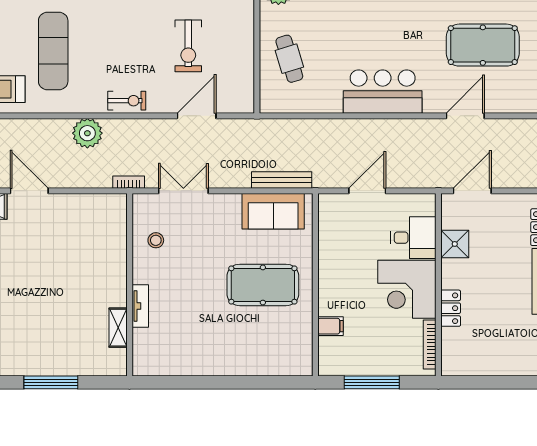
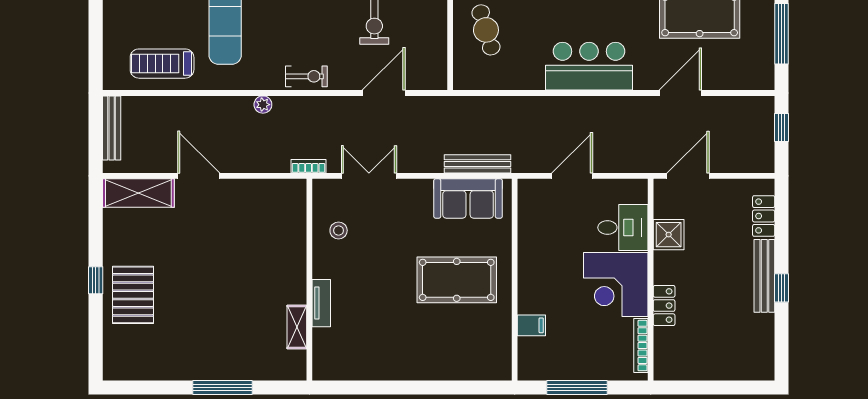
plant: (87, 133) -> (263, 105), width x0.53, depth x0.53

